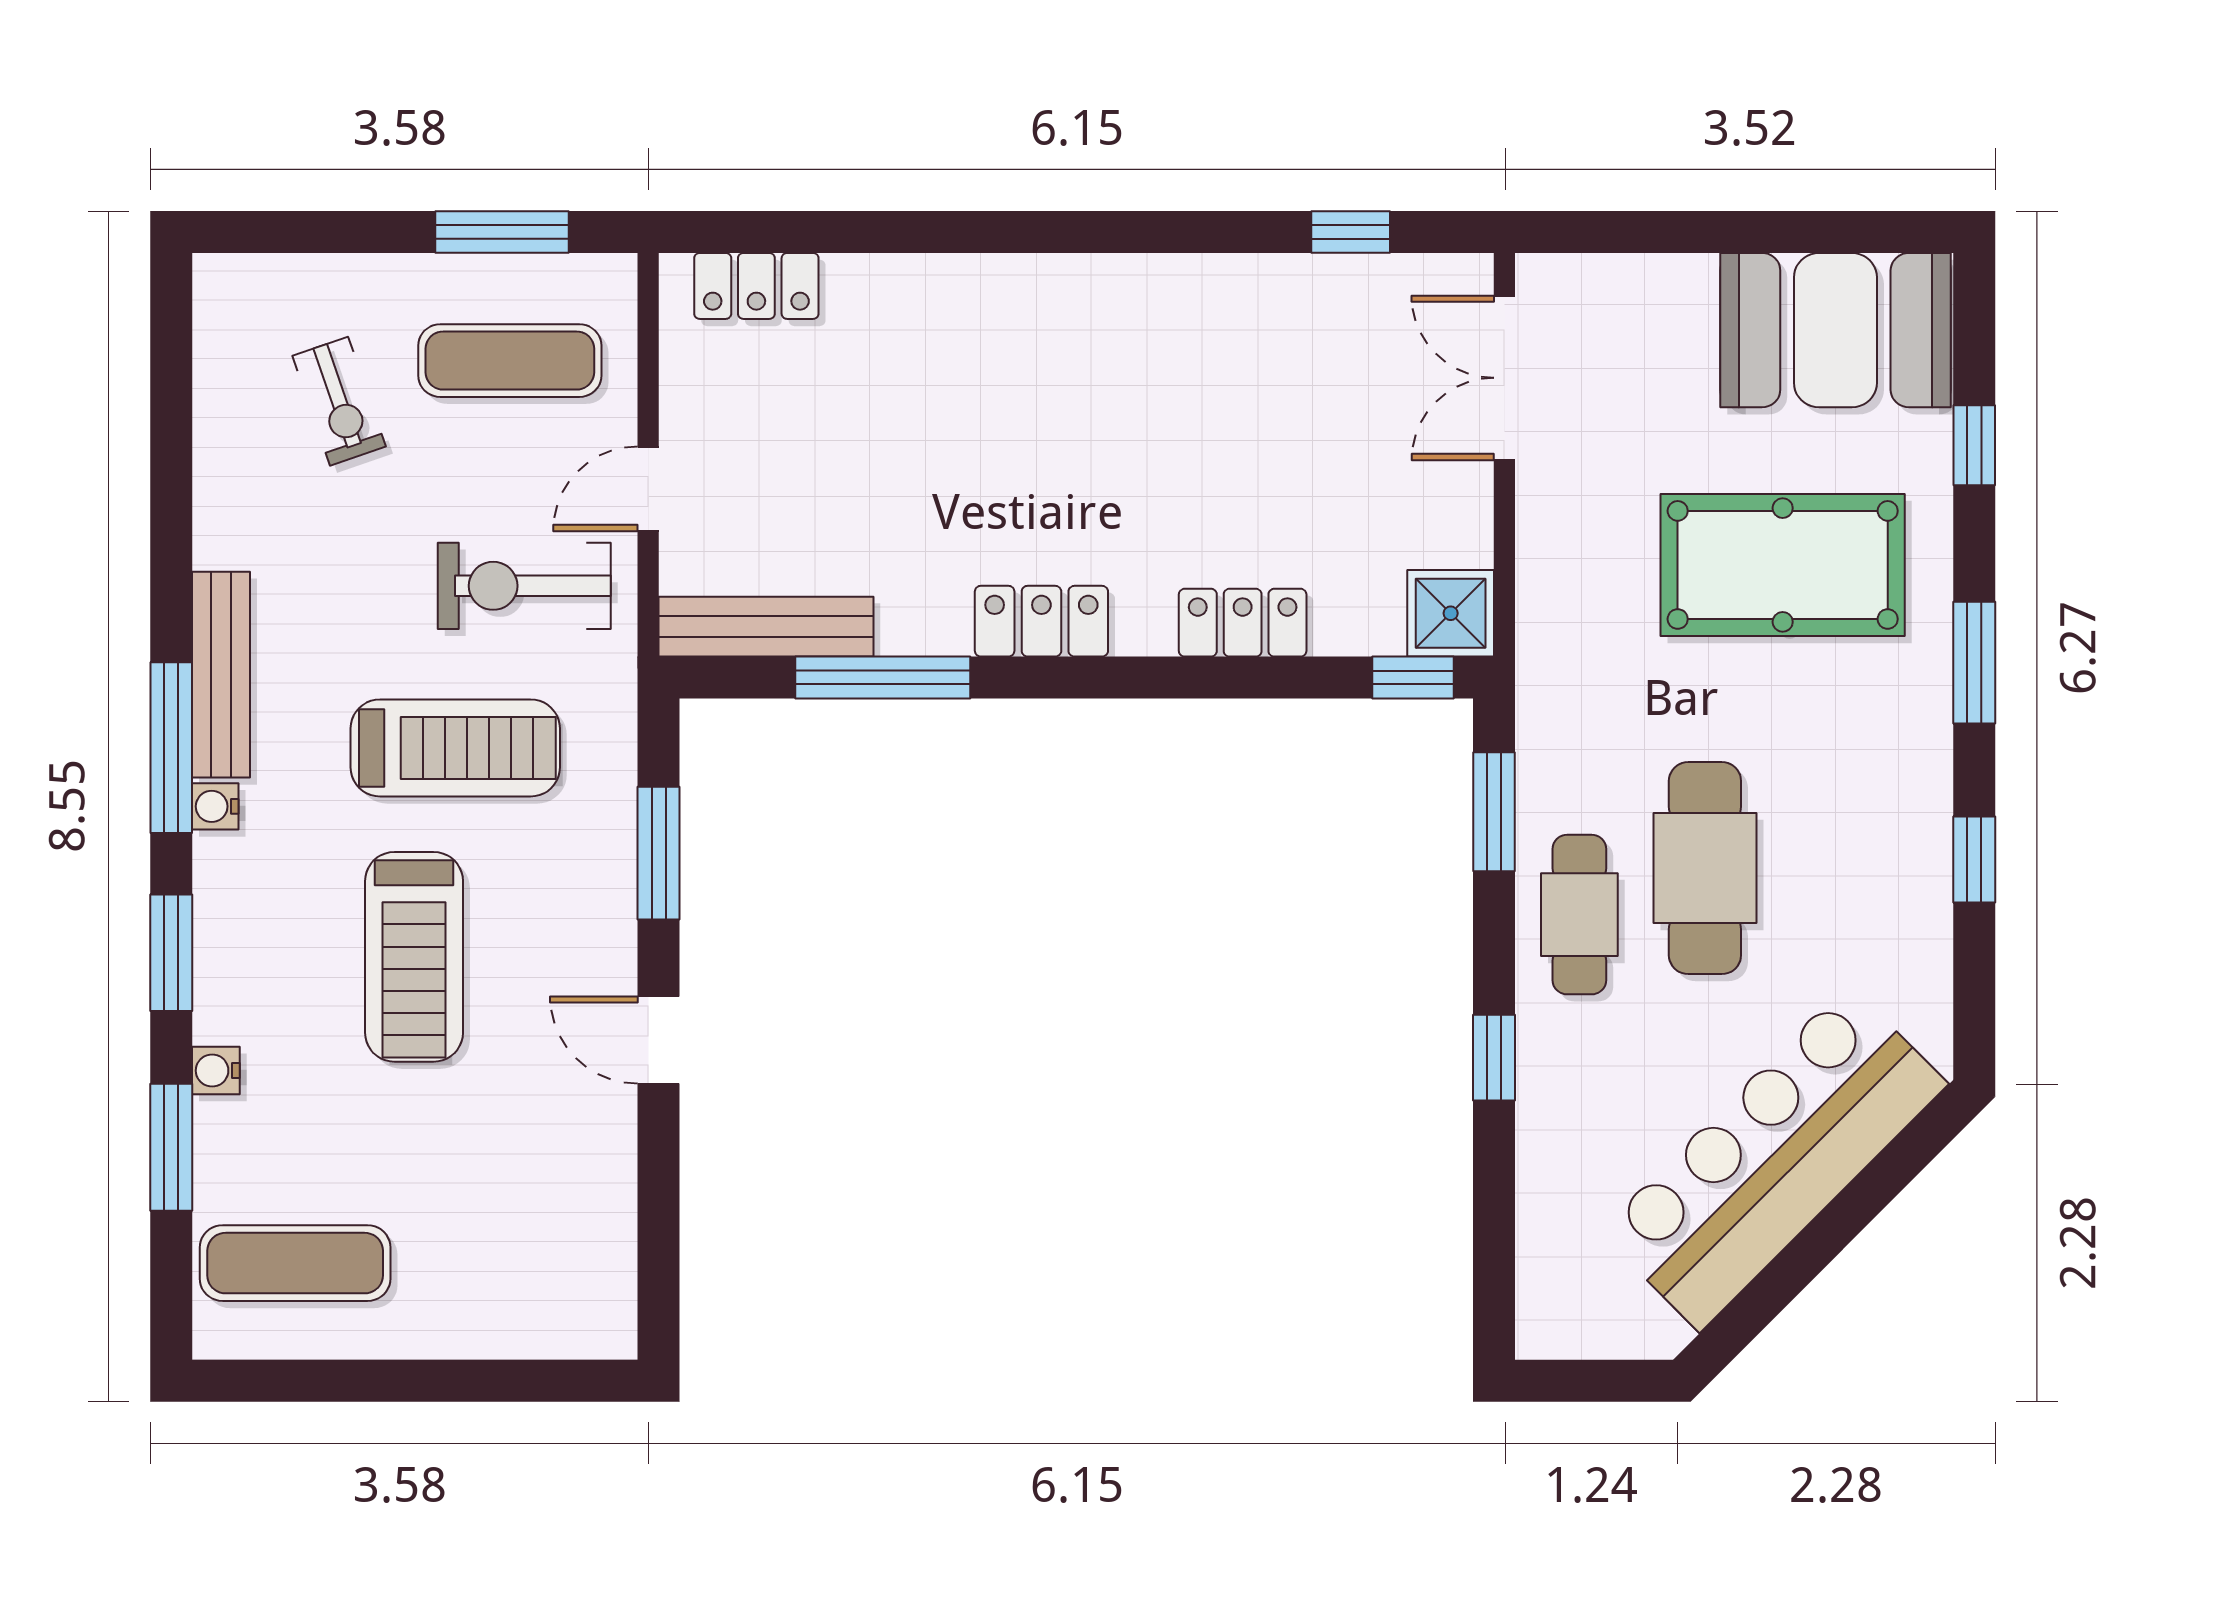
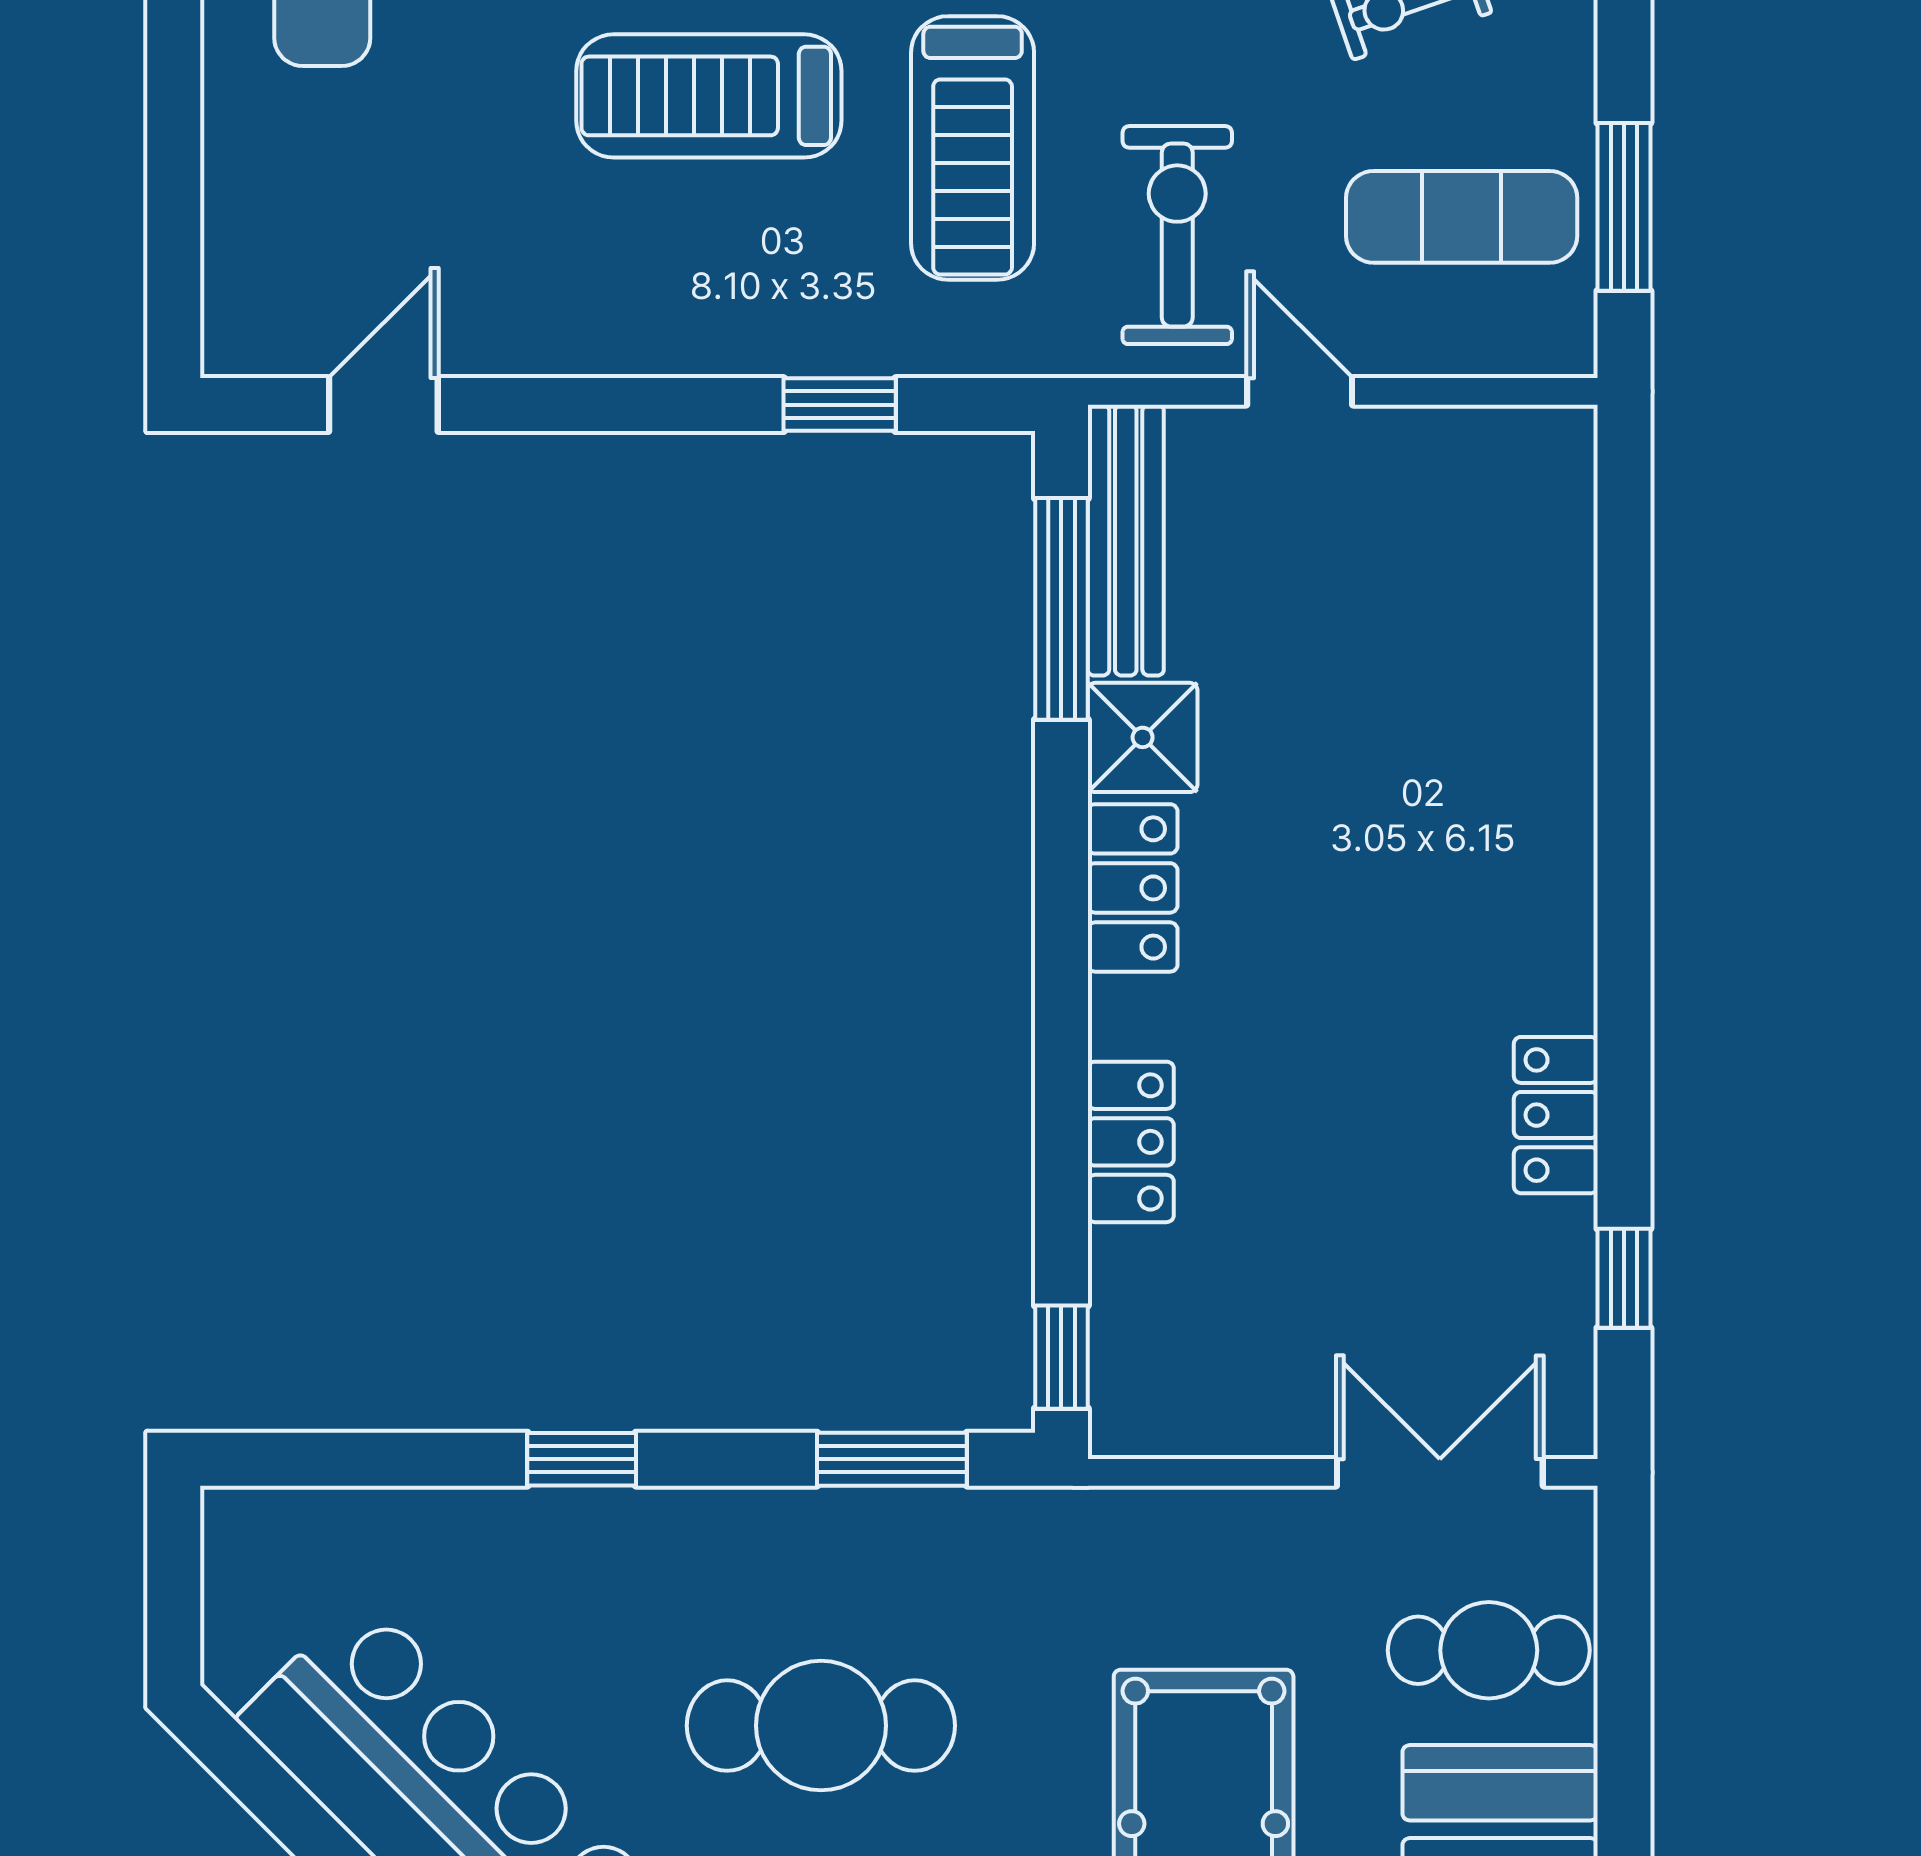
locker: (756, 286) -> (1556, 1115), moved
exercise mat: (510, 361) -> (1462, 217), turned 90
shower: (1451, 613) -> (1143, 737), moved
window: (883, 678) -> (1061, 609), moved
window: (659, 853) -> (840, 405), width x0.67
cafe table: (1579, 915) -> (1489, 1650), moved
door: (659, 1040) -> (383, 405), moved

